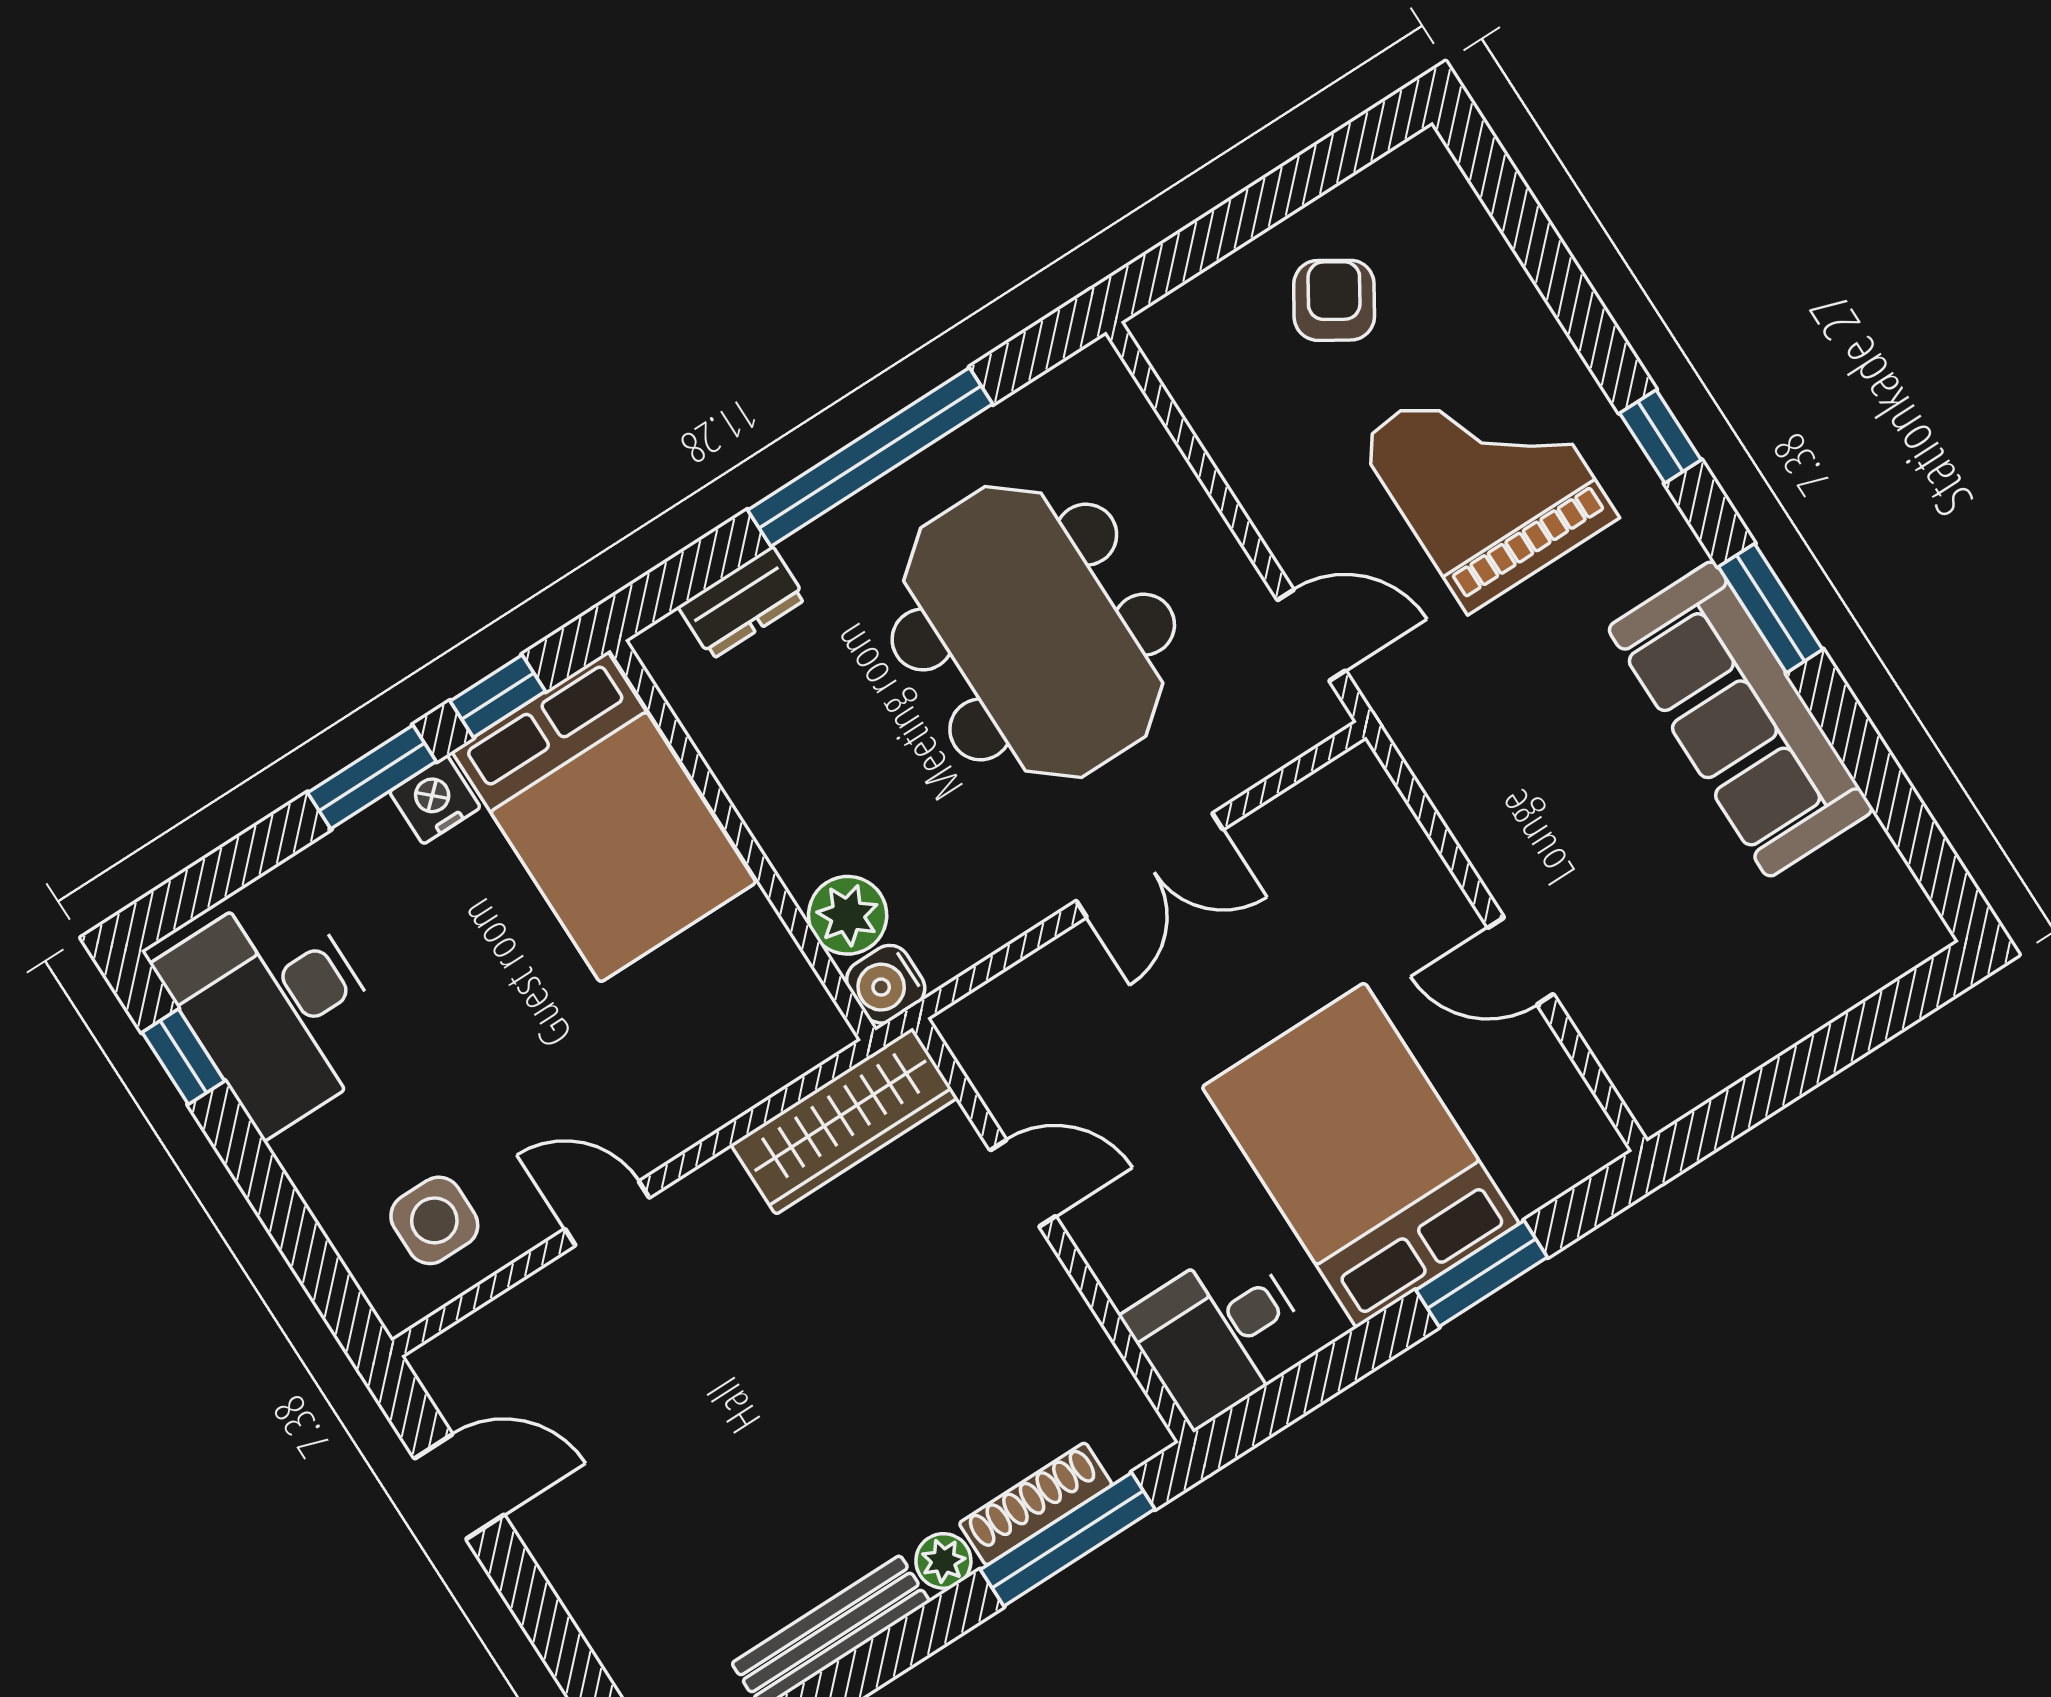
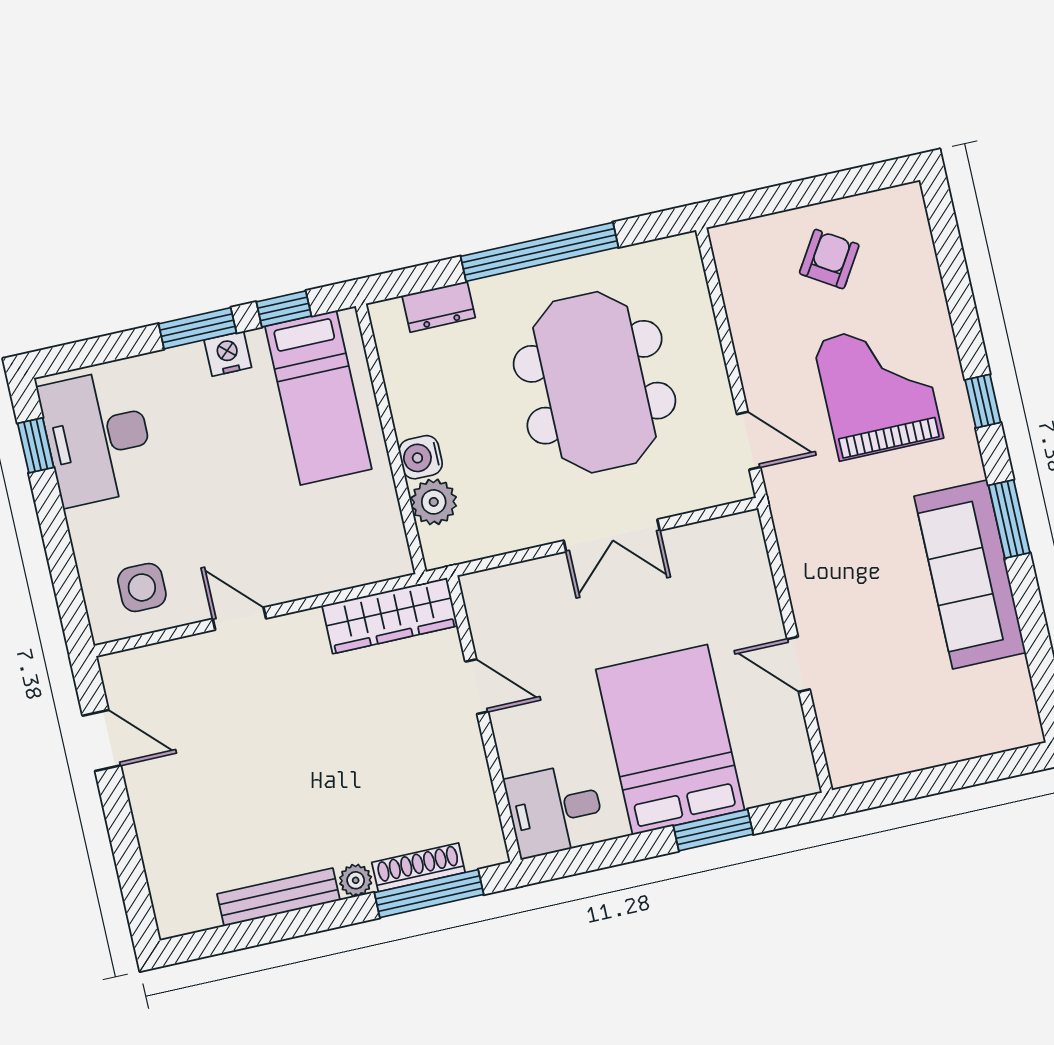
bed: (604, 817) -> (318, 398), width x0.67
water cooler: (886, 984) -> (421, 457), moved

